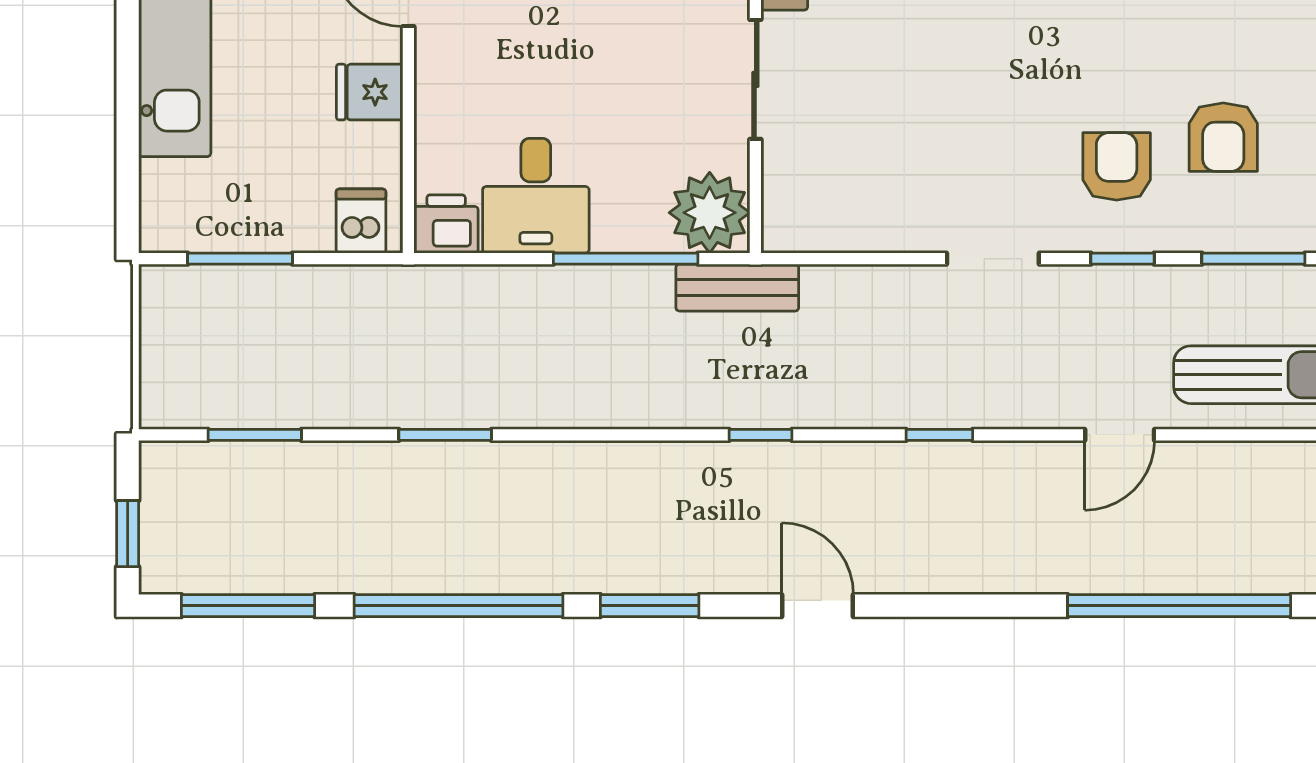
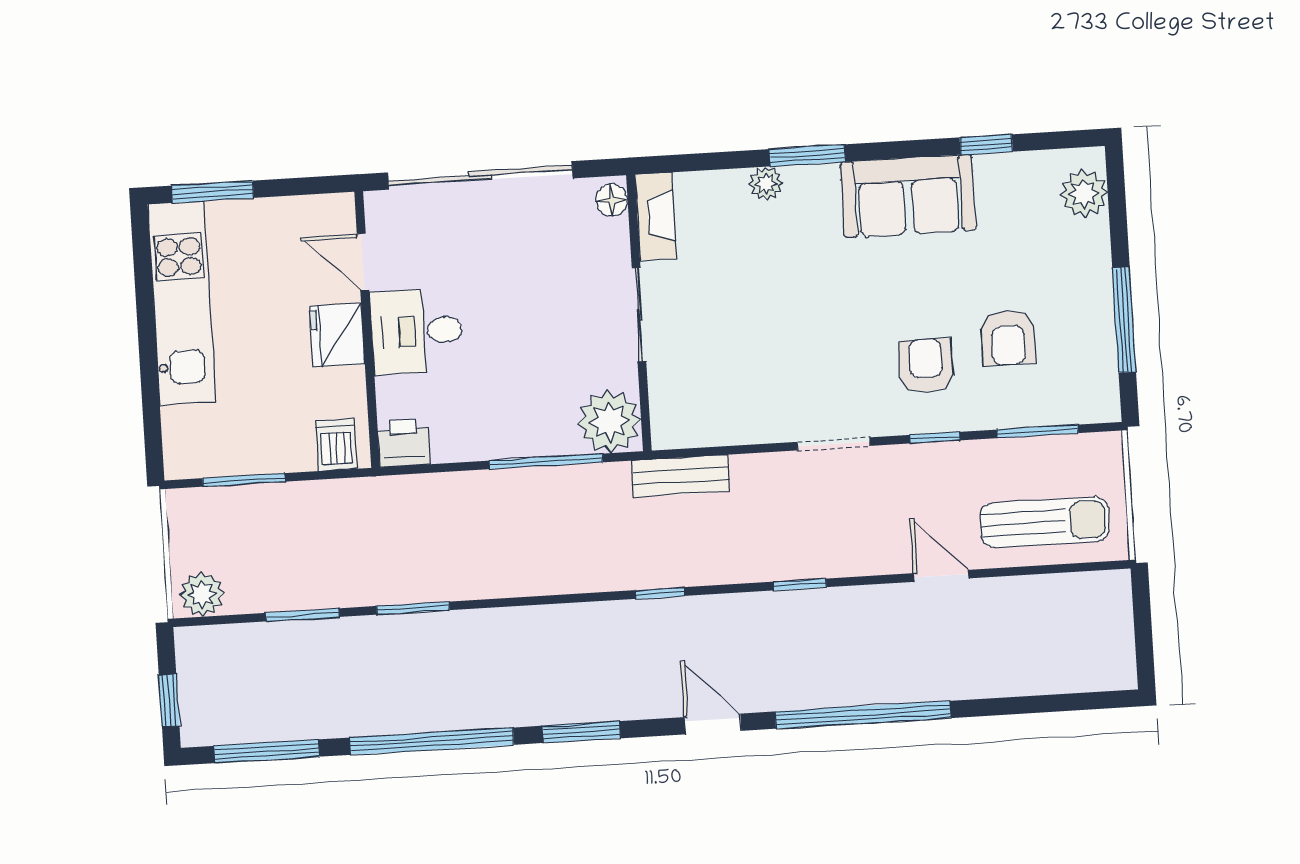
fridge: (370, 92) -> (337, 335), width x1.38
desk: (536, 196) -> (417, 331), moved, turned 90
bench: (737, 288) -> (681, 476), moved
plant: (178, 401) -> (202, 594), added
window: (255, 435) -> (303, 615), moved
door: (1120, 435) -> (941, 576), swing flipped
window: (1179, 606) -> (863, 715), moved

